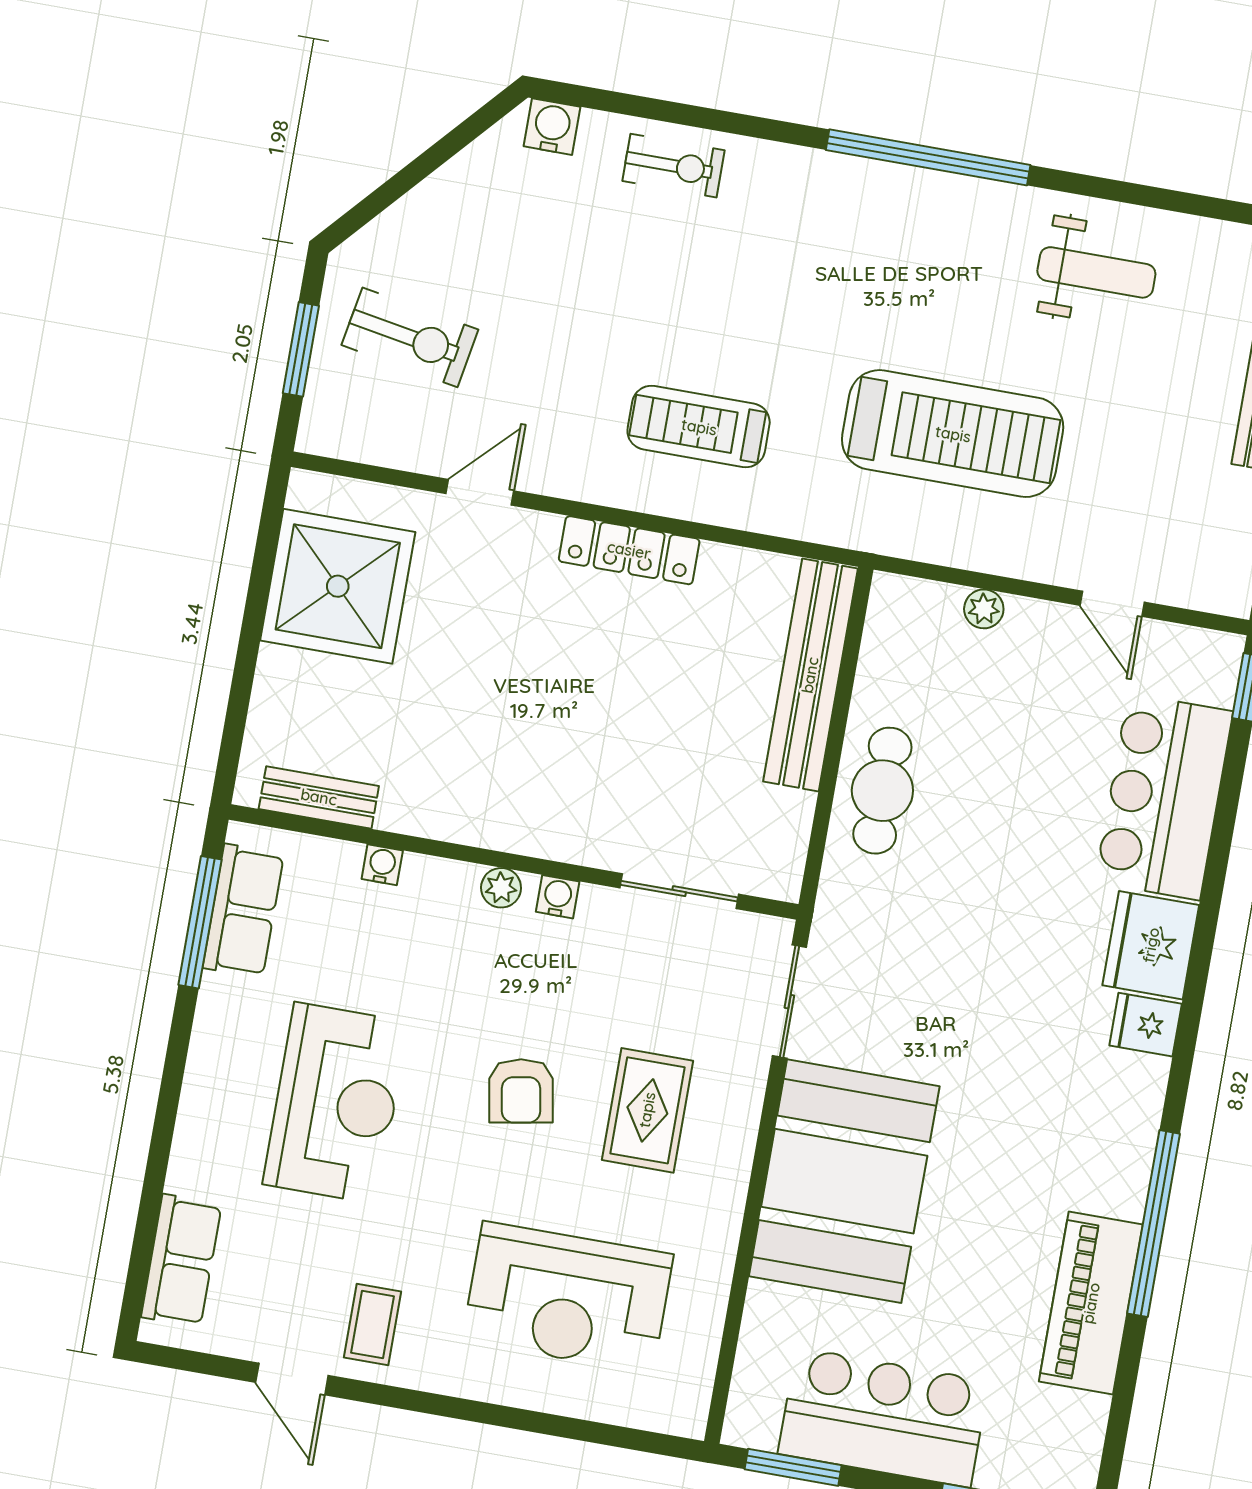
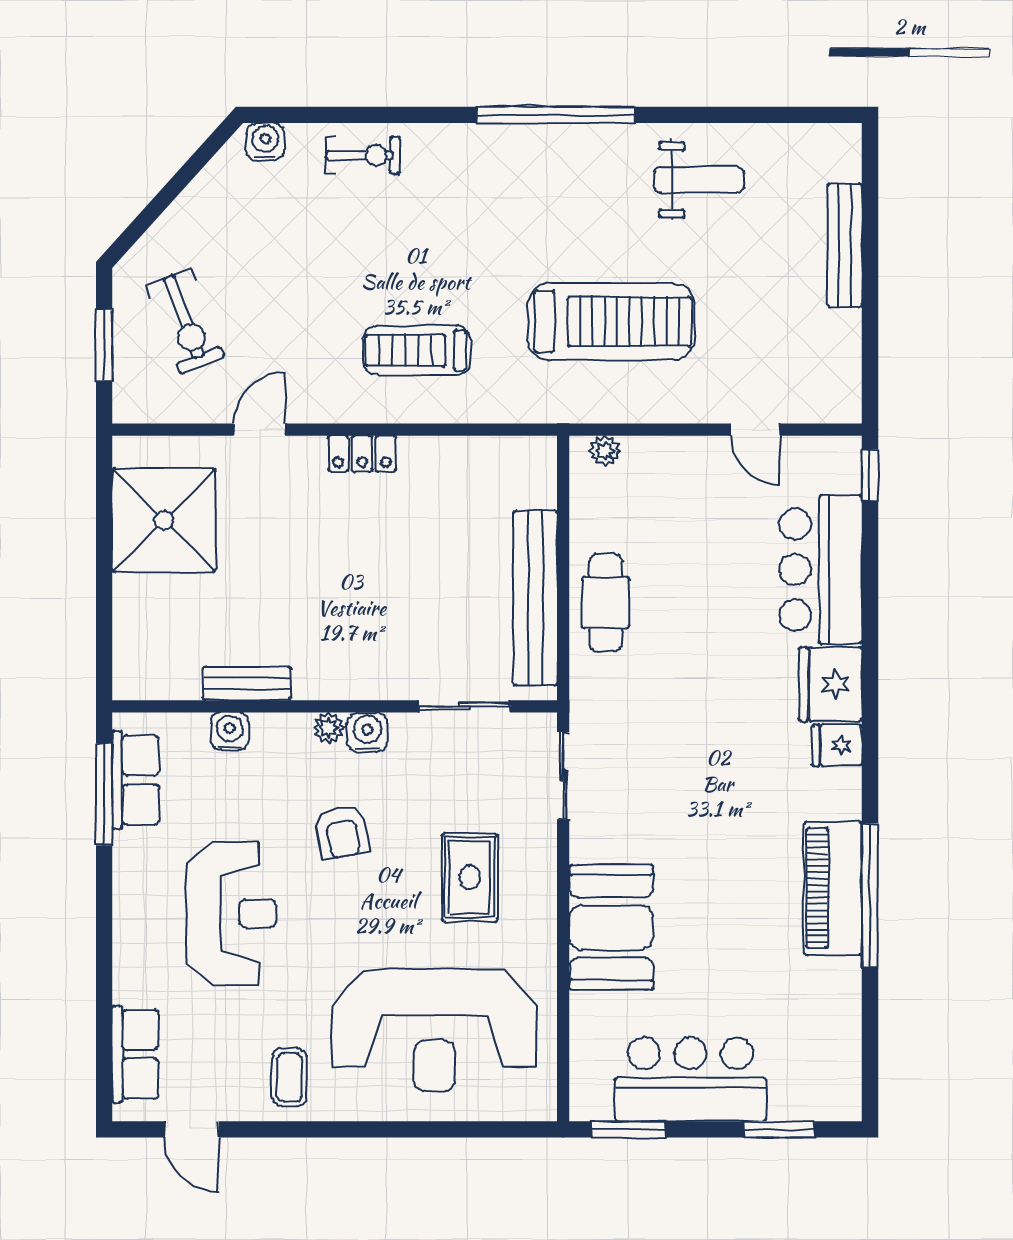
exercise bike: (410, 337) -> (185, 321), turned 59
locker: (629, 550) -> (362, 454), width x0.66
plant: (984, 609) -> (605, 451), moved
bench: (810, 675) -> (535, 598), moved
bench: (319, 797) -> (247, 683), moved
water cooler: (382, 865) -> (230, 731), width x1.38, depth x1.38
water cooler: (558, 897) -> (367, 732), width x1.38, depth x1.38
armchair: (521, 1091) -> (342, 832), moved
booth: (844, 1181) -> (611, 927), width x0.73, depth x0.70
reception desk: (568, 1297) -> (434, 1030), width x1.36, depth x1.30
piano: (1091, 1303) -> (833, 888), moved
door: (292, 1379) -> (192, 1129), moved

